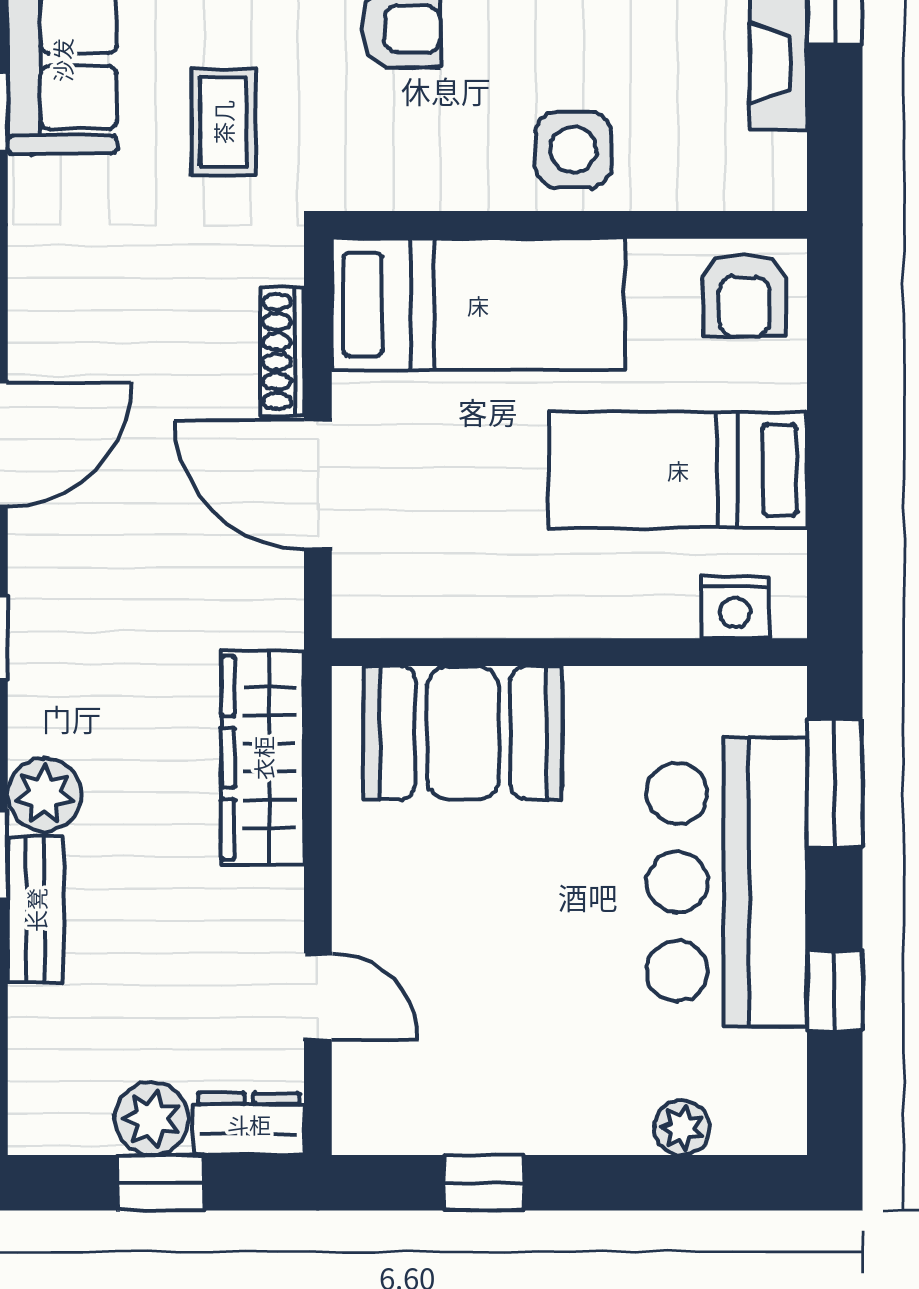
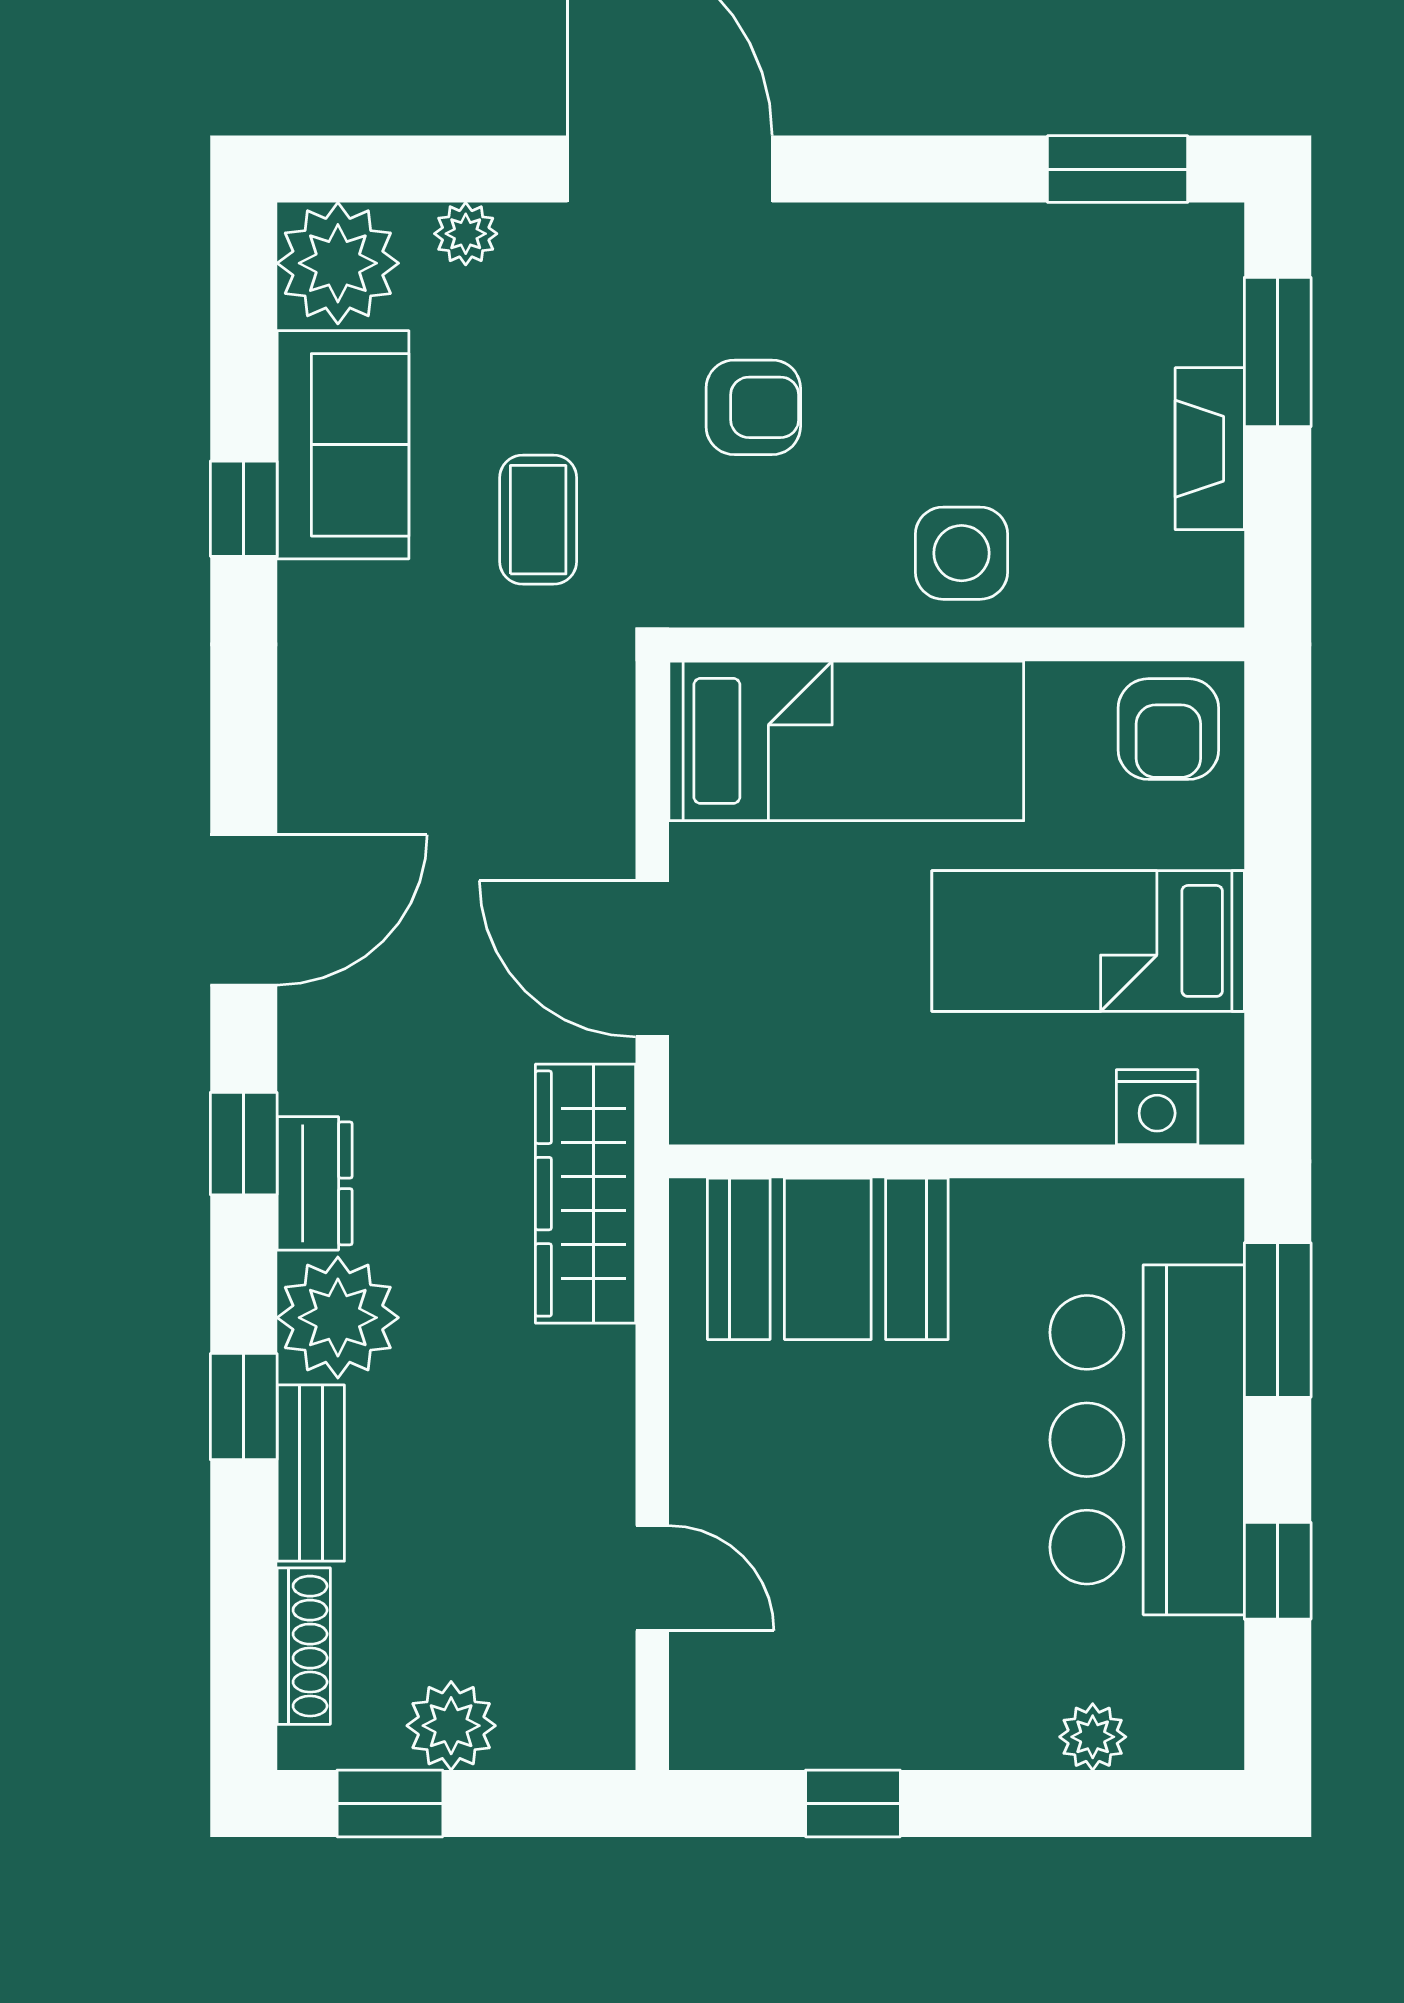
shoe rack: (282, 352) -> (304, 1646), moved, turned 180
wardrobe: (263, 758) -> (586, 1194), moved
plant: (45, 795) -> (338, 1318), width x1.36, depth x1.36
dresser: (249, 1124) -> (315, 1183), moved, turned 90
window: (161, 1183) -> (390, 1803), moved

